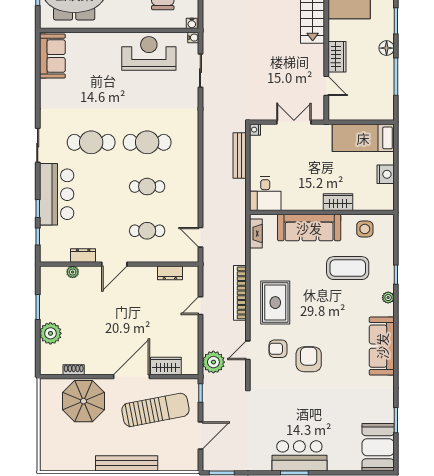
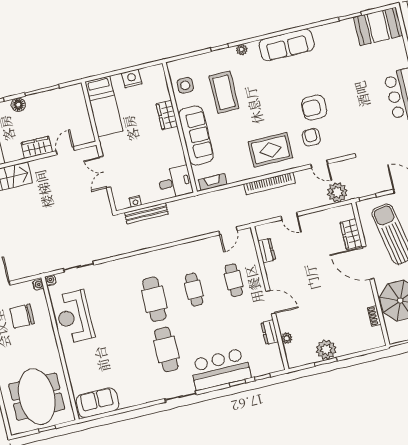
nightstand: (255, 130) -> (135, 201), moved
plant: (50, 333) -> (326, 350), moved
armchair: (278, 349) -> (311, 137), turned 180

